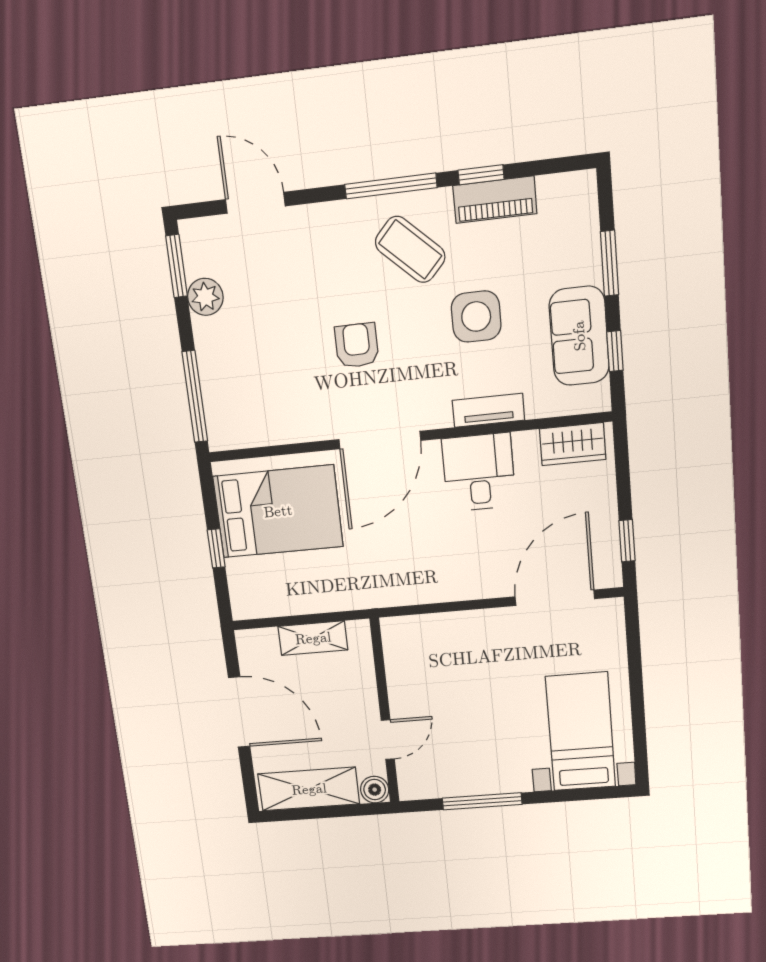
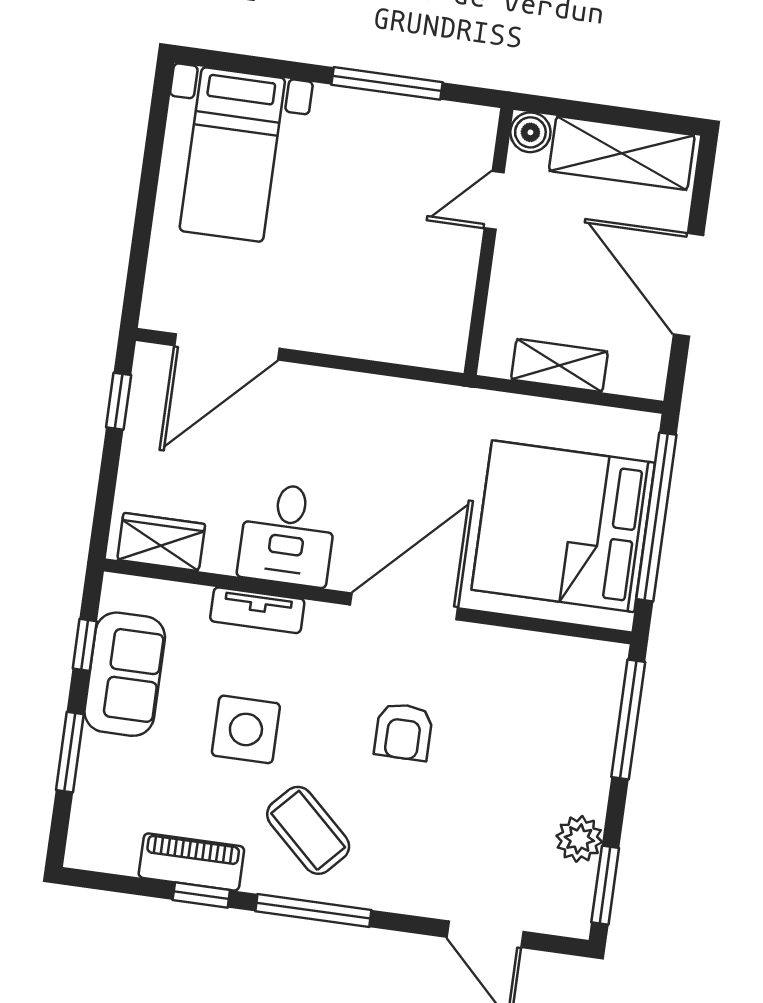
bed: (278, 511) -> (563, 526), width x1.36
window: (216, 548) -> (656, 517), width x3.17

